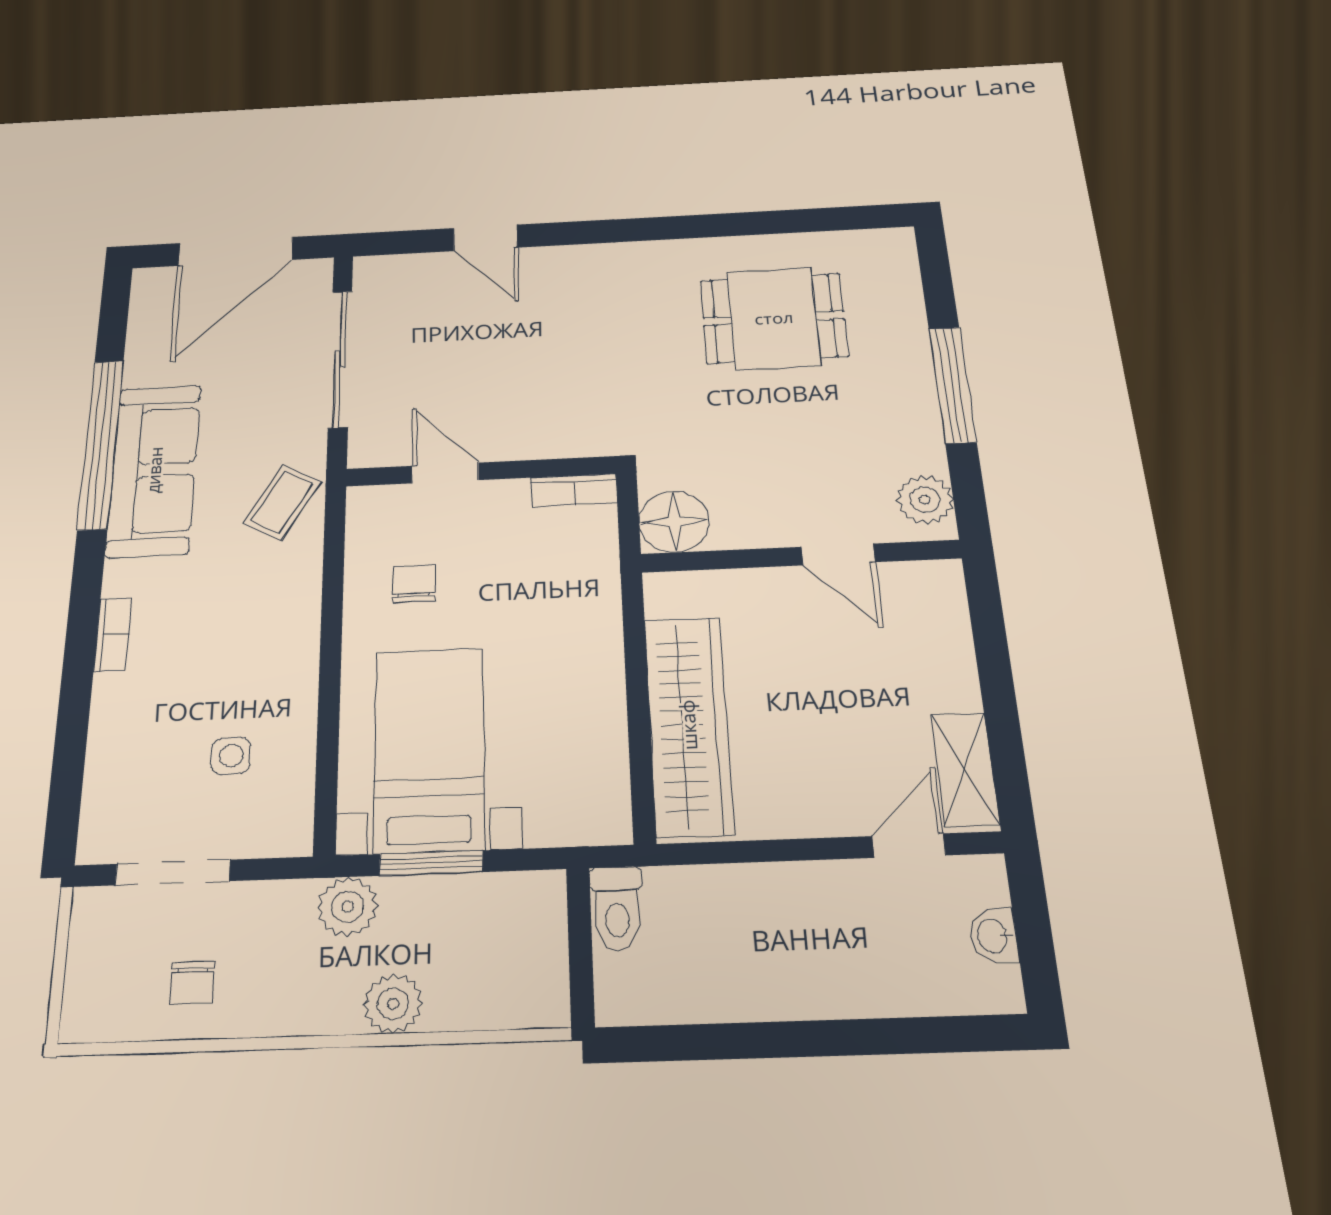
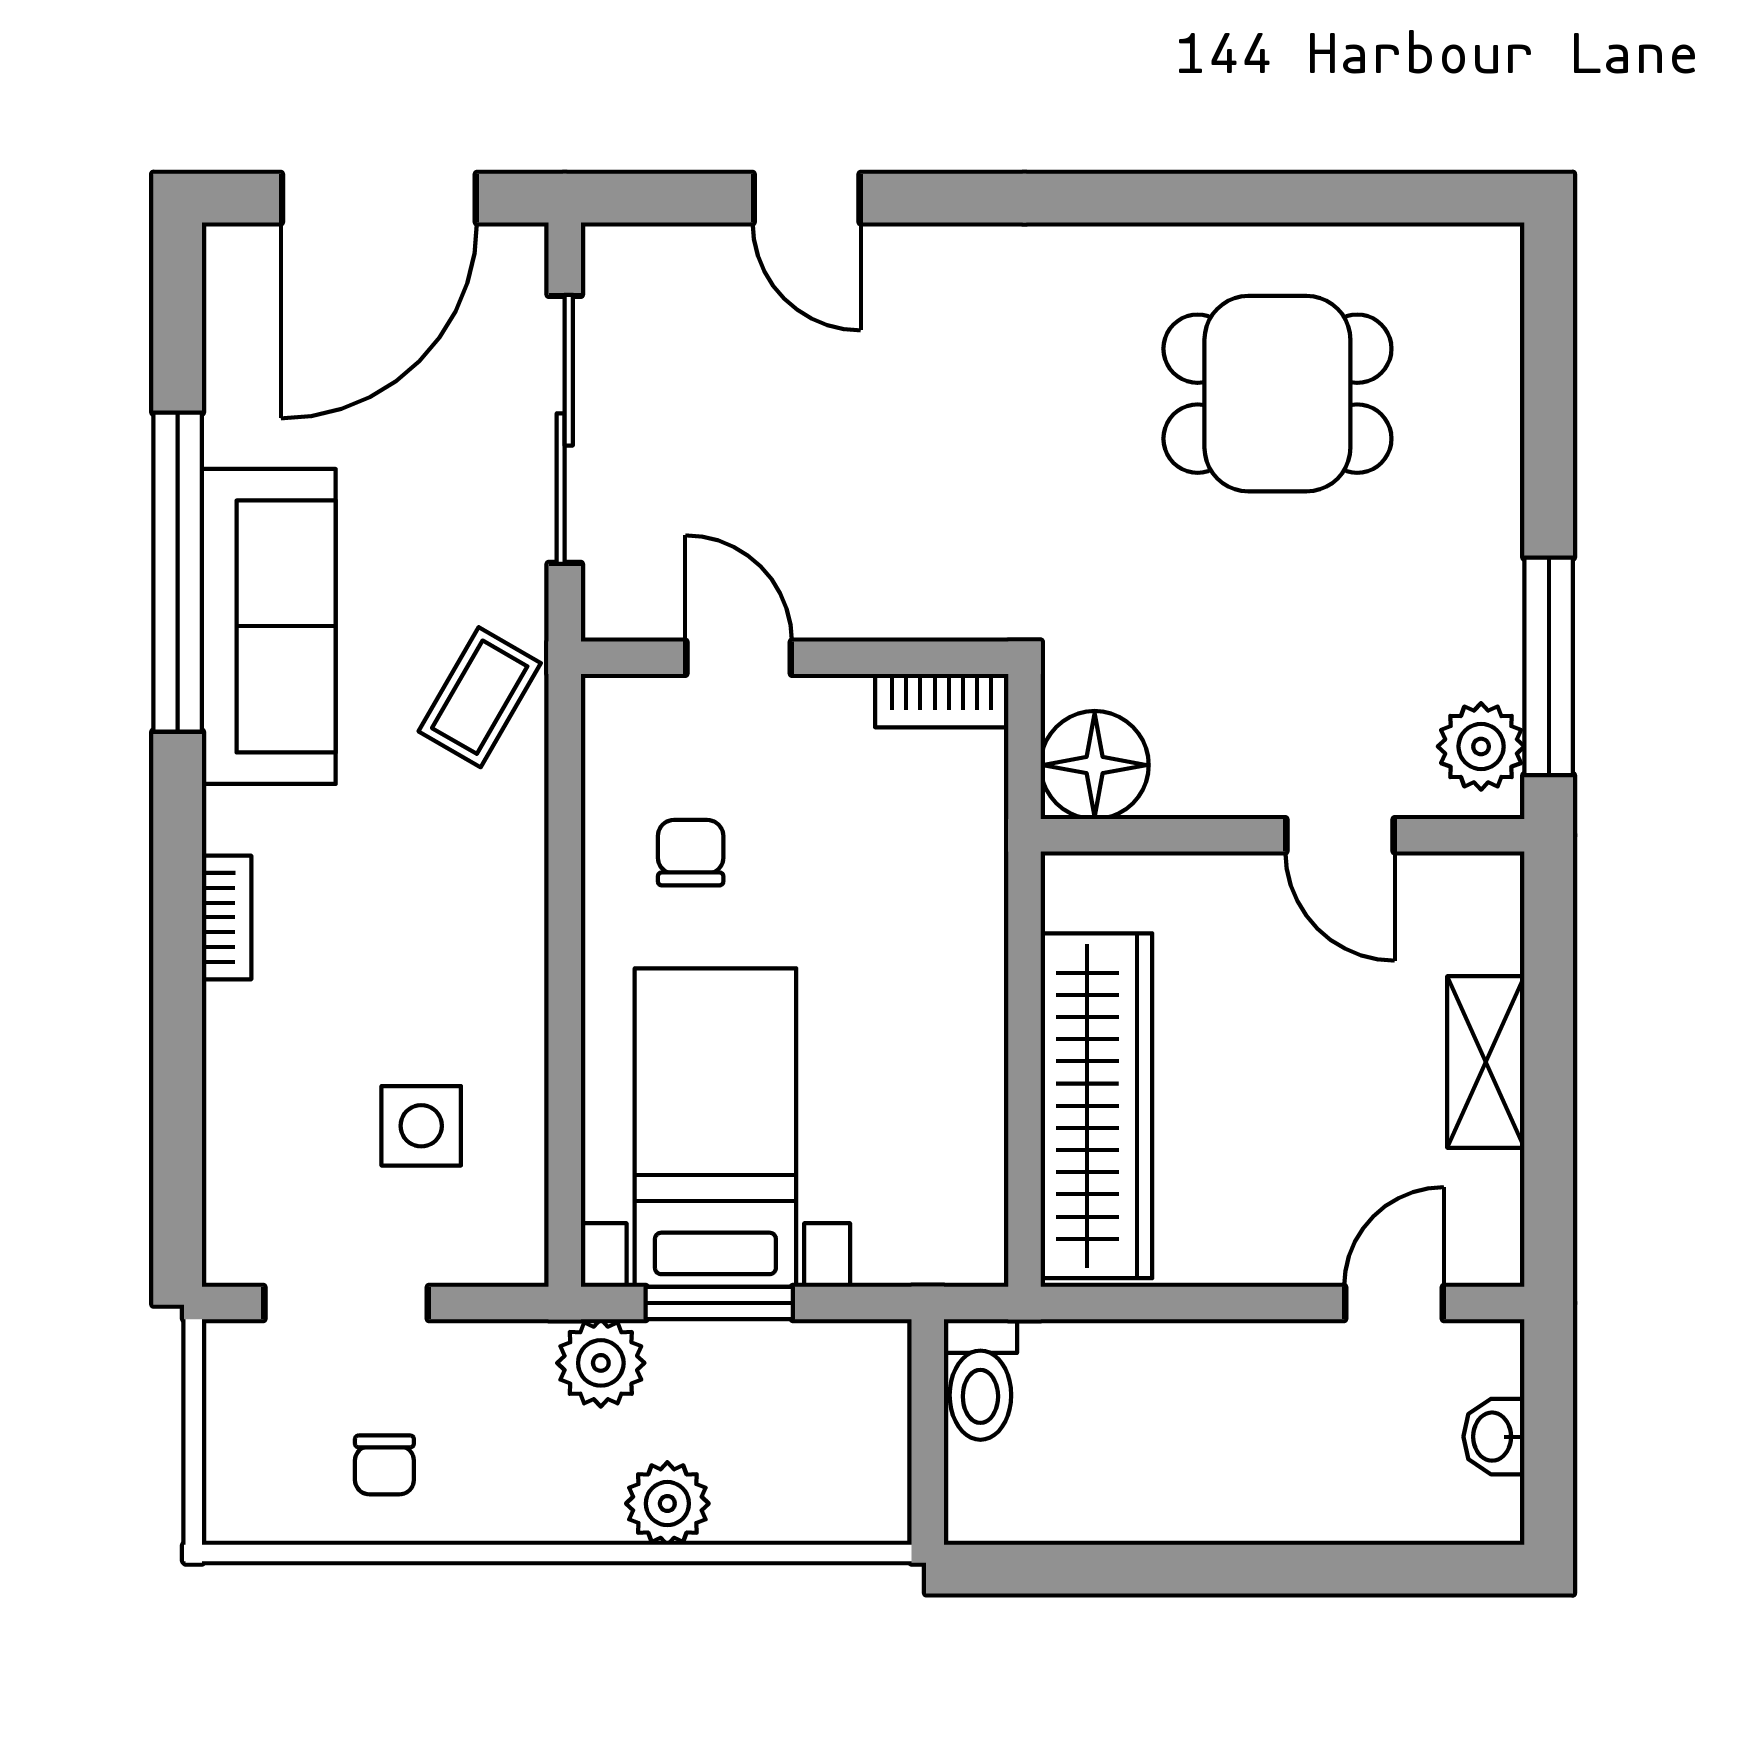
window: (952, 385) -> (1549, 666), moved
side table: (231, 756) -> (421, 1126), width x1.37, depth x1.37
shelving: (965, 769) -> (1486, 1062), moved

